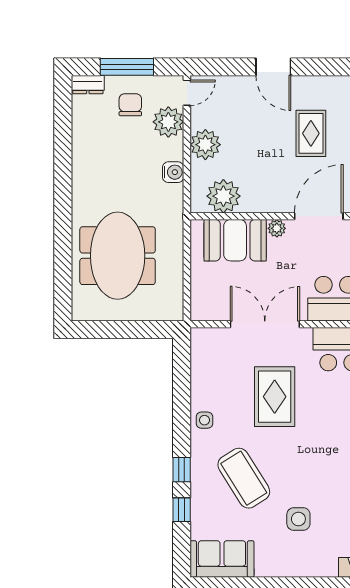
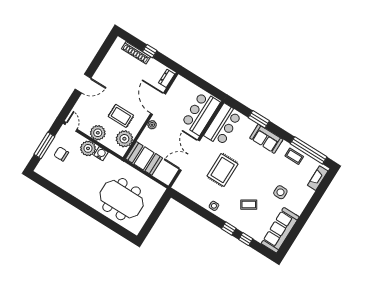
dresser: (88, 85) -> (42, 167), removed
plant: (168, 122) -> (88, 148), moved
rug: (311, 133) -> (121, 116), moved
booth: (235, 240) -> (144, 158), moved, turned 90
rug: (275, 397) -> (223, 170), turned 90
coffee table: (244, 478) -> (249, 205), width x0.54, depth x0.58
sofa: (222, 559) -> (280, 230), width x1.36

